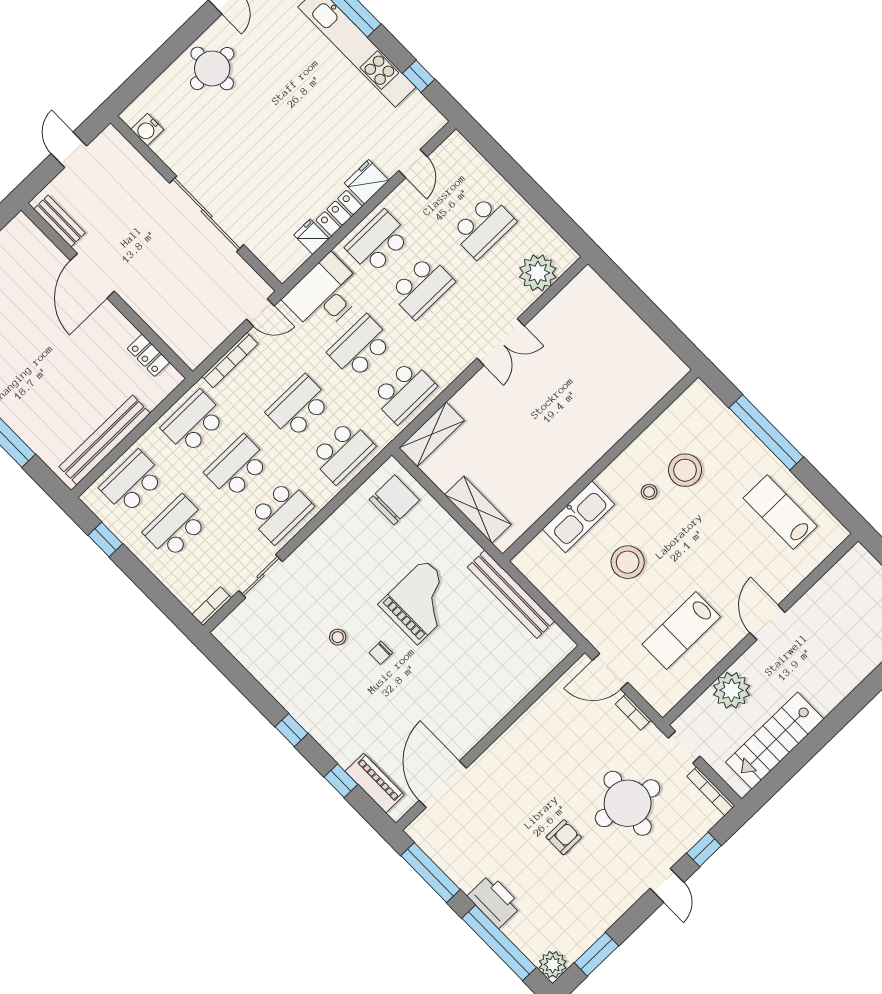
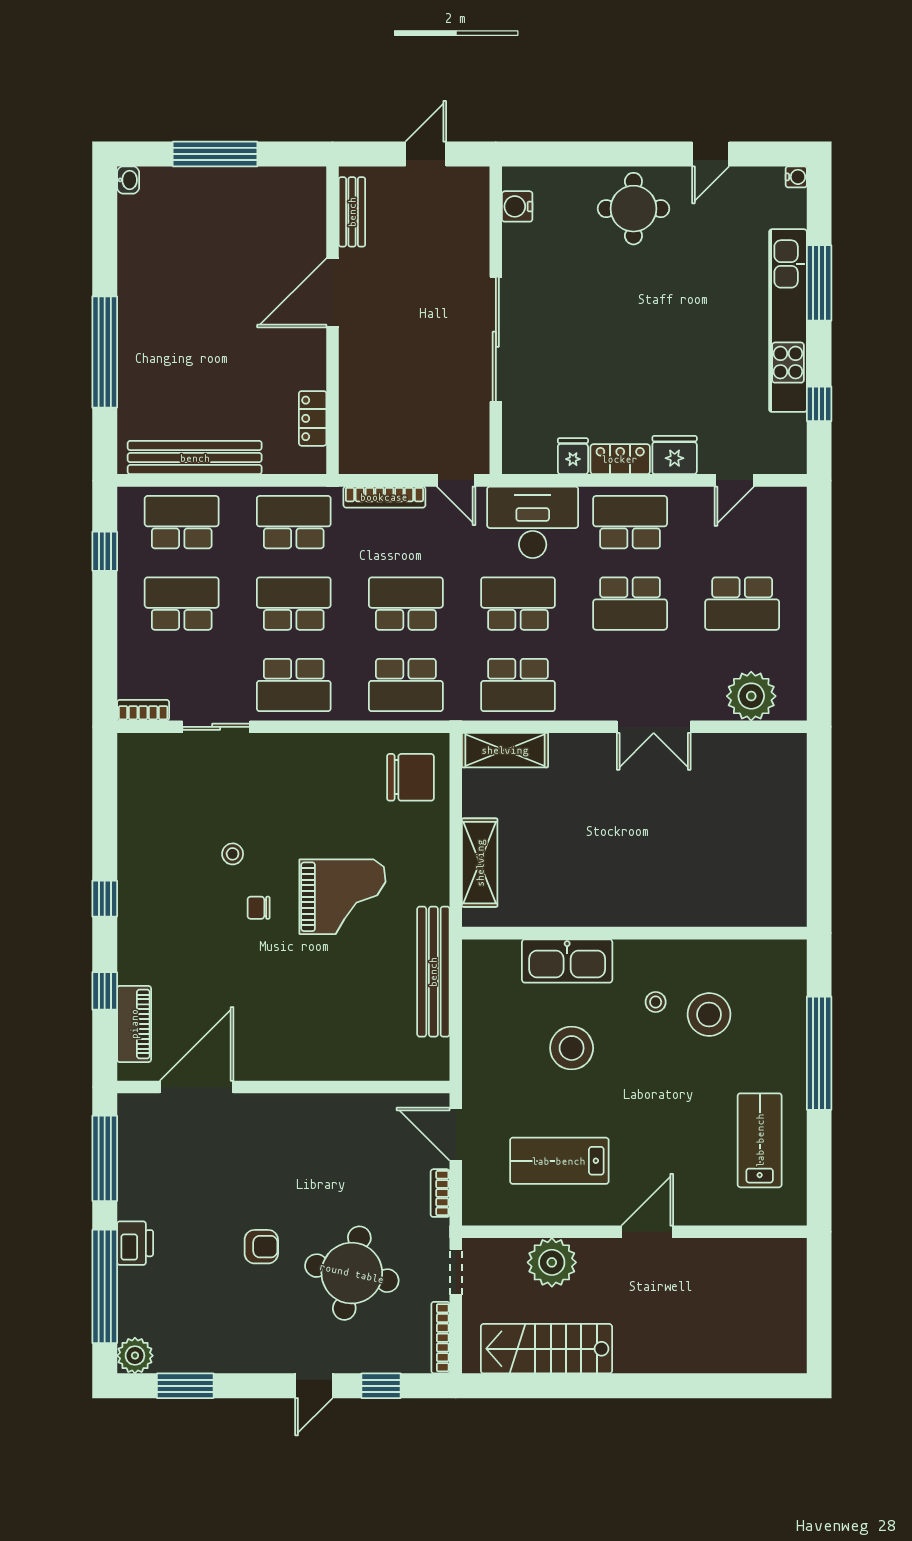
printer: (494, 901) -> (135, 1243), width x0.73, depth x0.84

